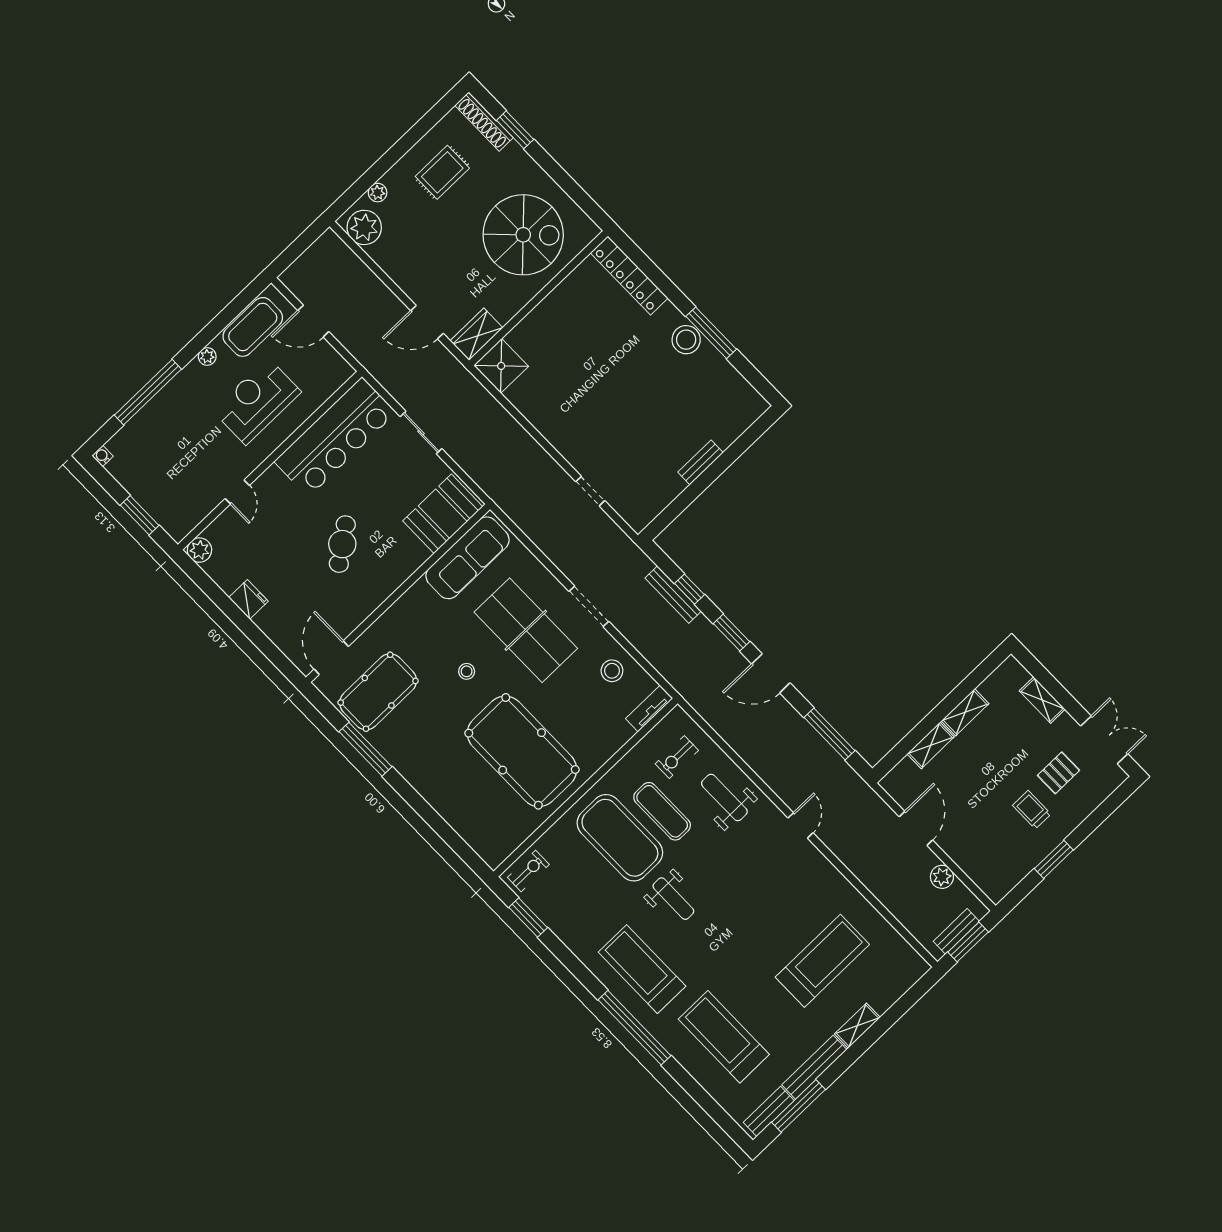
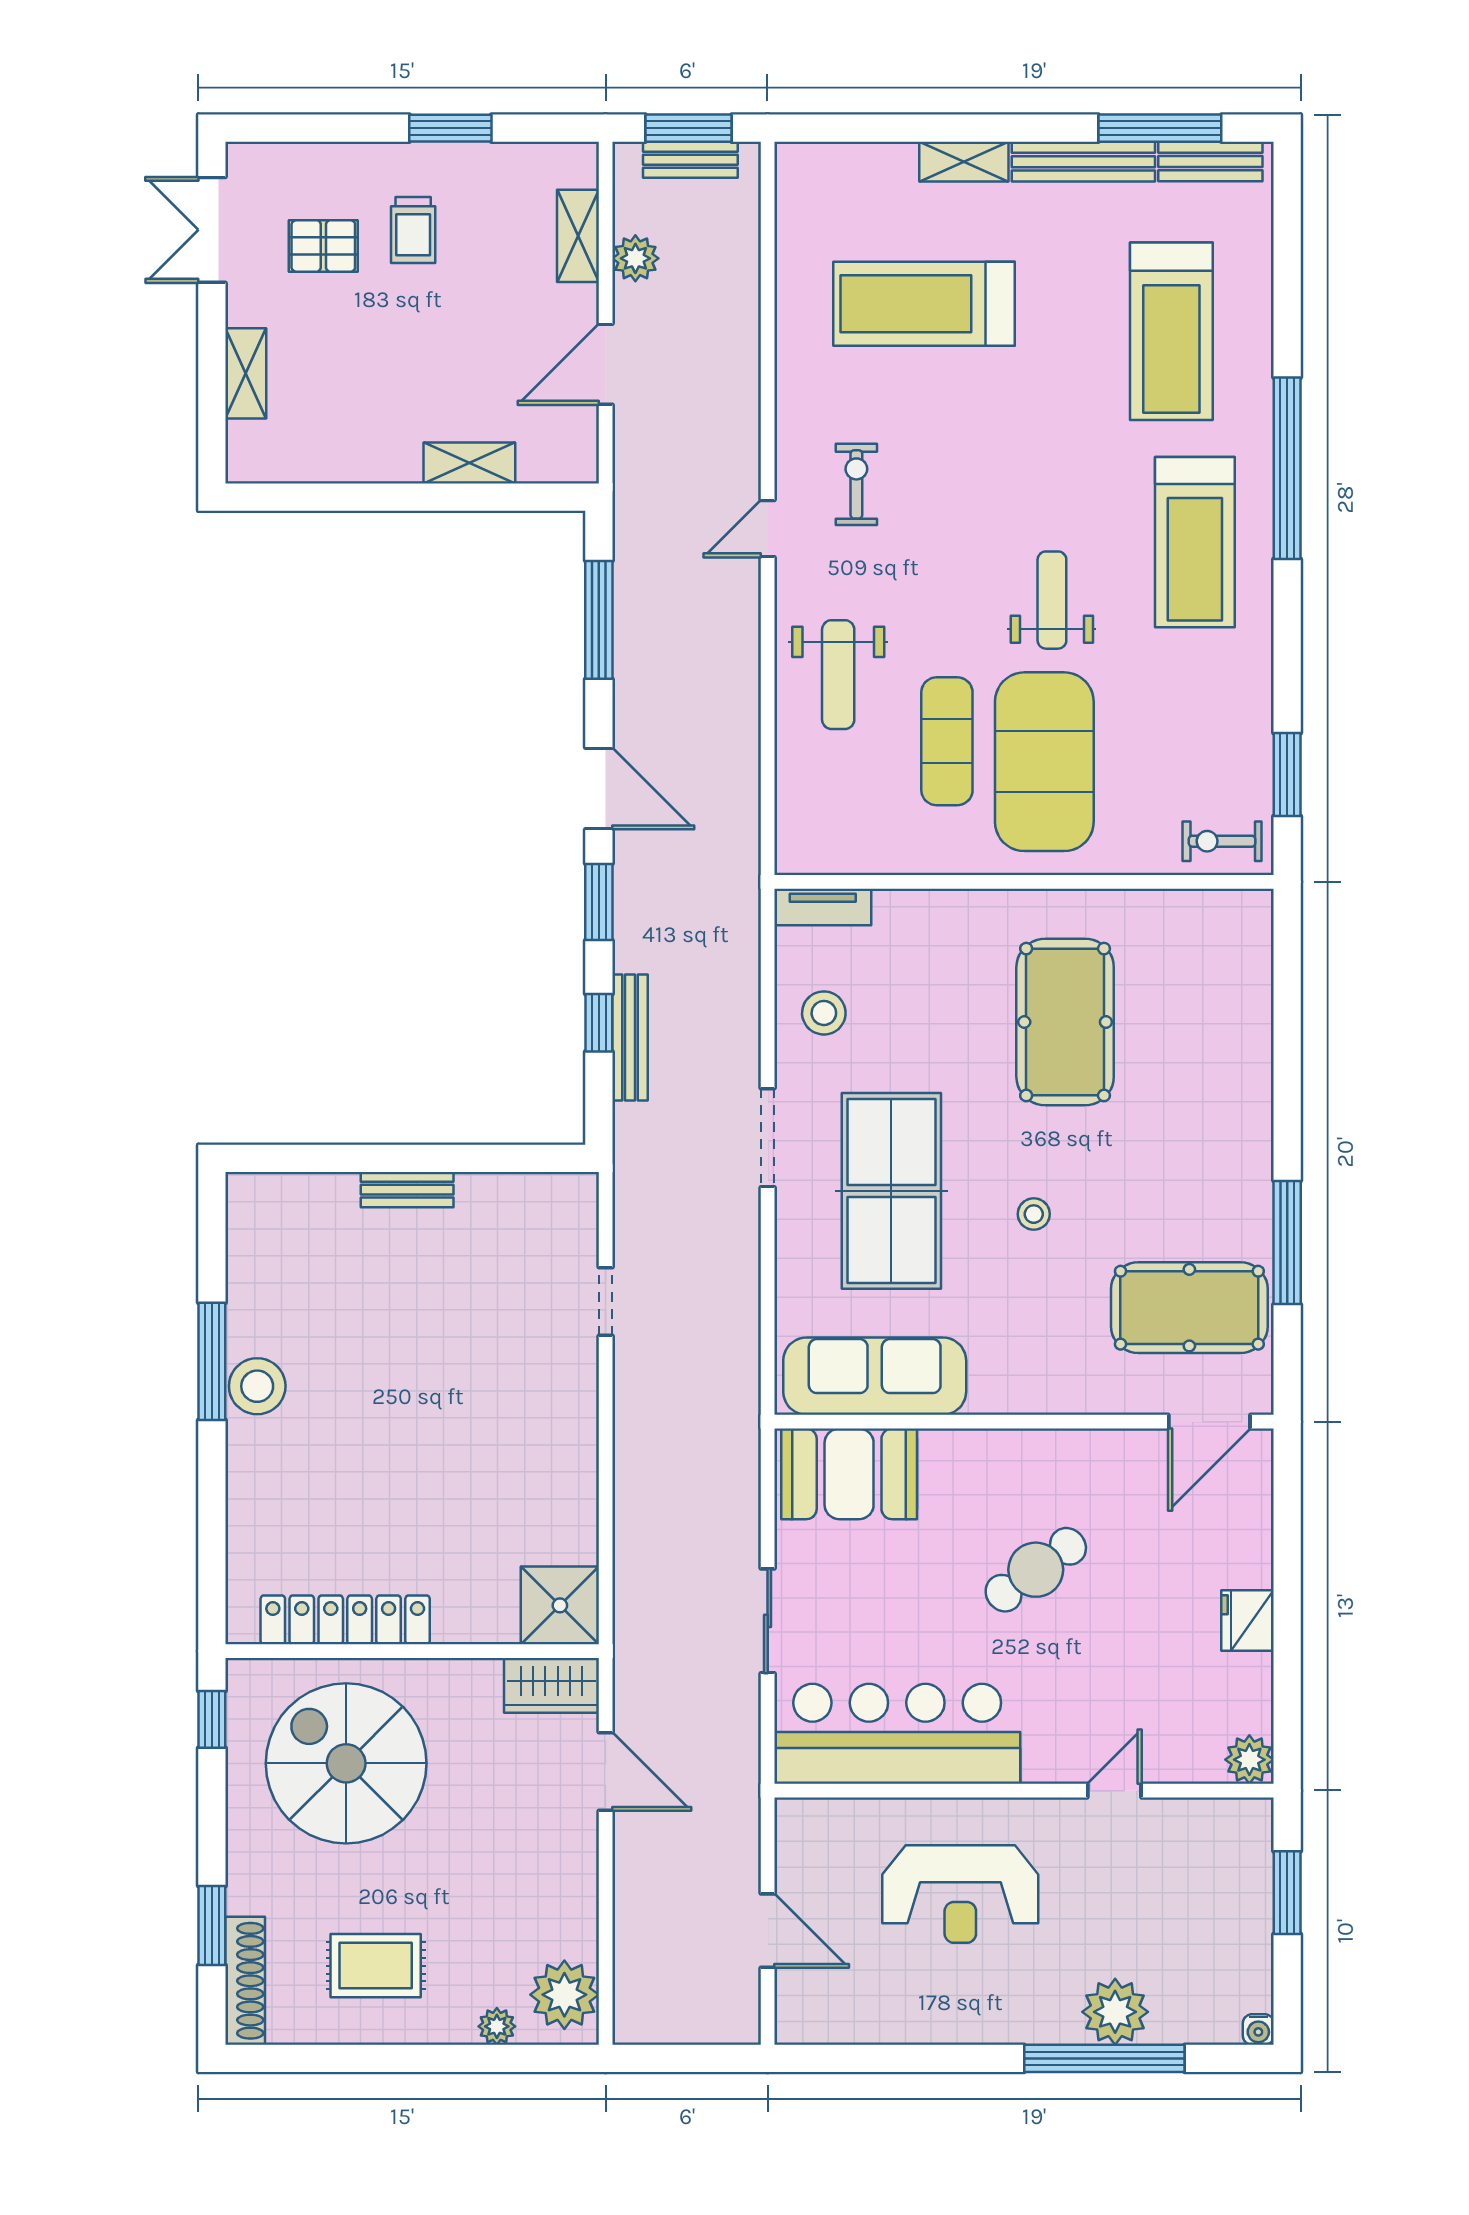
window: (587, 204) -> (212, 1719), added
locker: (629, 275) -> (345, 1620), moved, turned -90
coffee table: (253, 327) -> (863, 2006), removed
plant: (207, 357) -> (1115, 2012), moved, width x1.88, depth x1.88
shelving: (965, 712) -> (578, 236), moved, turned 90
pool table: (522, 751) -> (1065, 1022), width x0.73, depth x0.76
exercise bike: (677, 757) -> (856, 484), moved, turned -90

